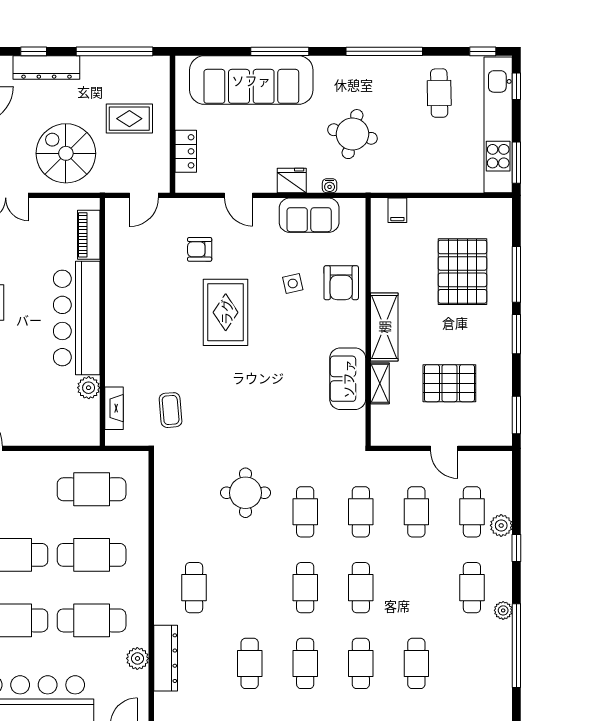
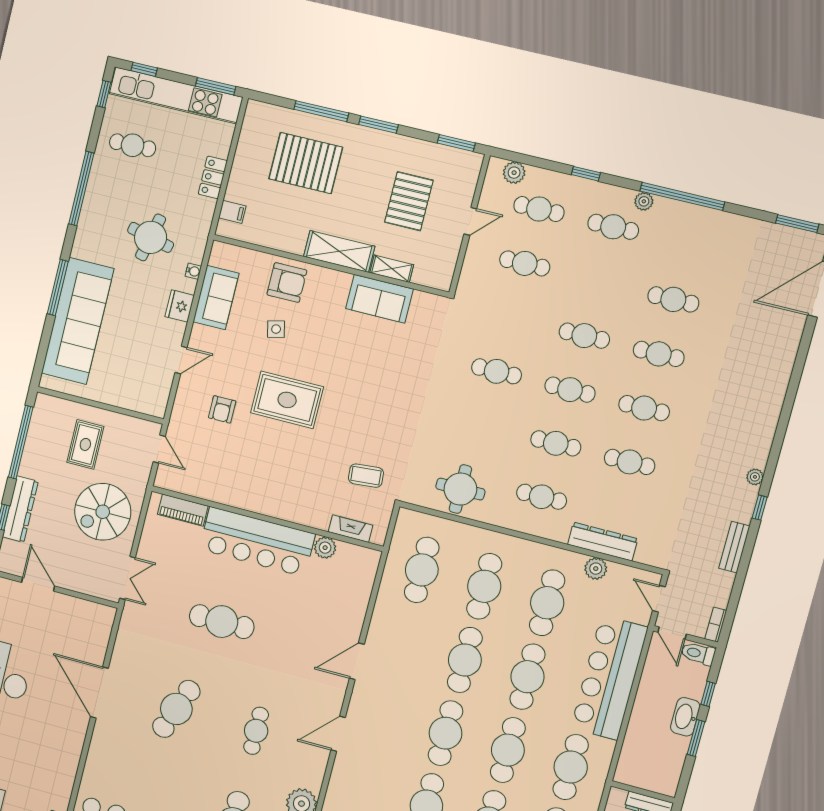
locker: (186, 151) -> (213, 177), moved, turned -90
round table: (245, 493) -> (460, 489), moved
cafe table: (361, 512) -> (556, 443), moved
plant: (501, 525) -> (514, 173), moved

